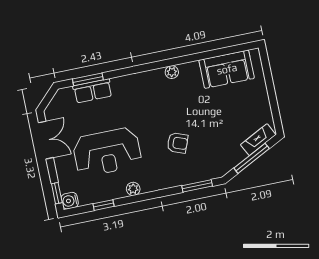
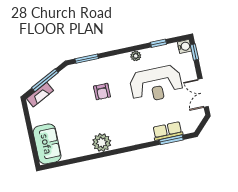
sofa: (227, 69) -> (47, 144), moved, turned 90
plant: (172, 72) -> (102, 143), width x1.87, depth x1.87
armchair: (177, 143) -> (102, 92), turned -111
reception desk: (107, 152) -> (156, 84), turned 180

